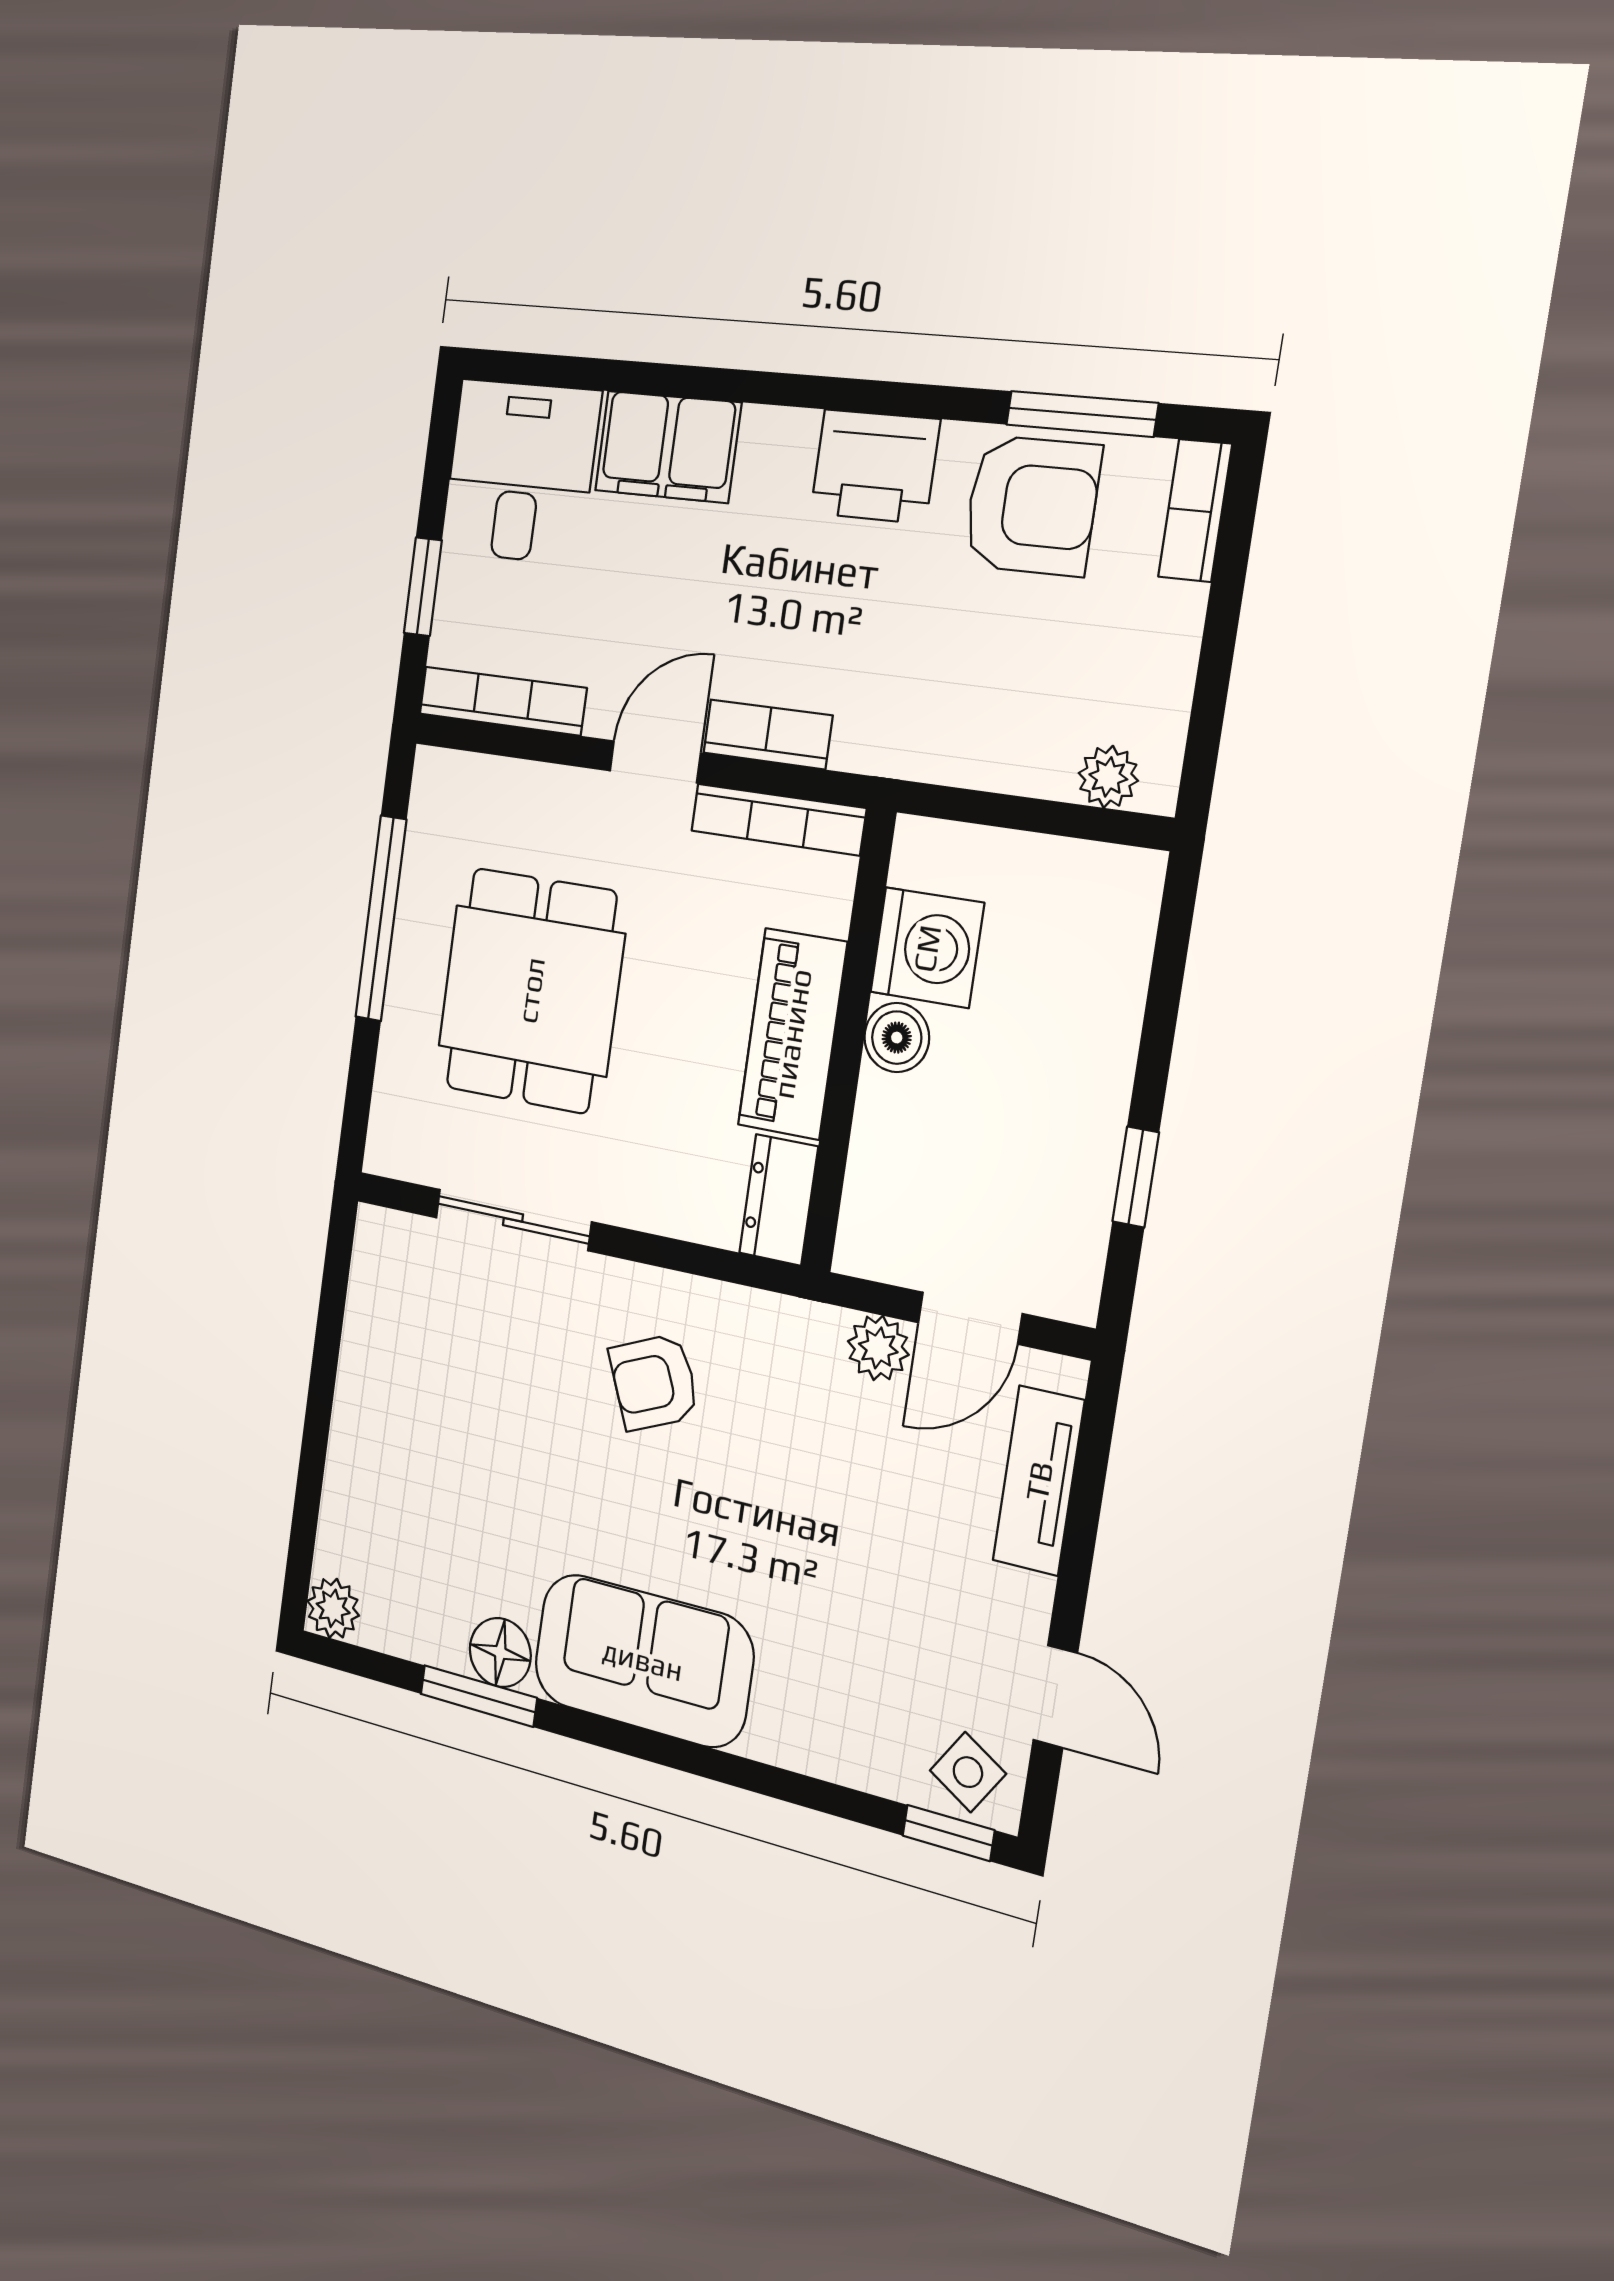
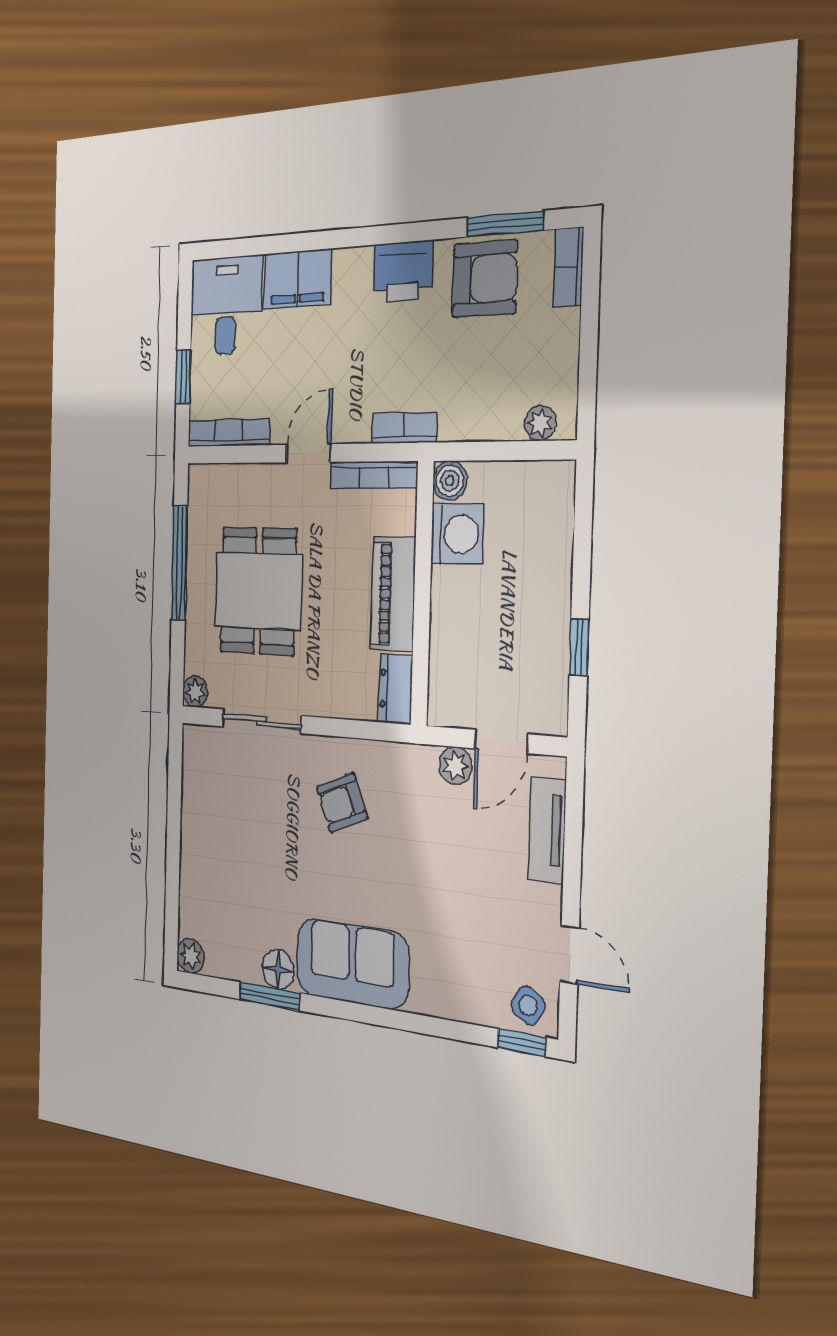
bookcase: (768, 734) -> (404, 428), moved
boiler: (897, 1038) -> (450, 481), moved
plant: (389, 1150) -> (195, 692), added

